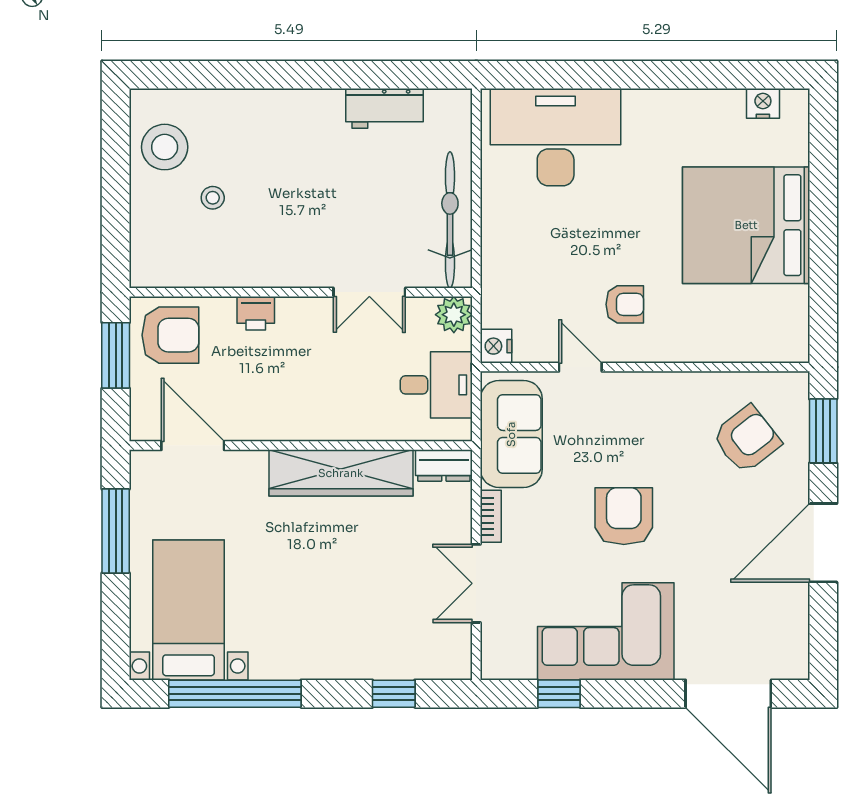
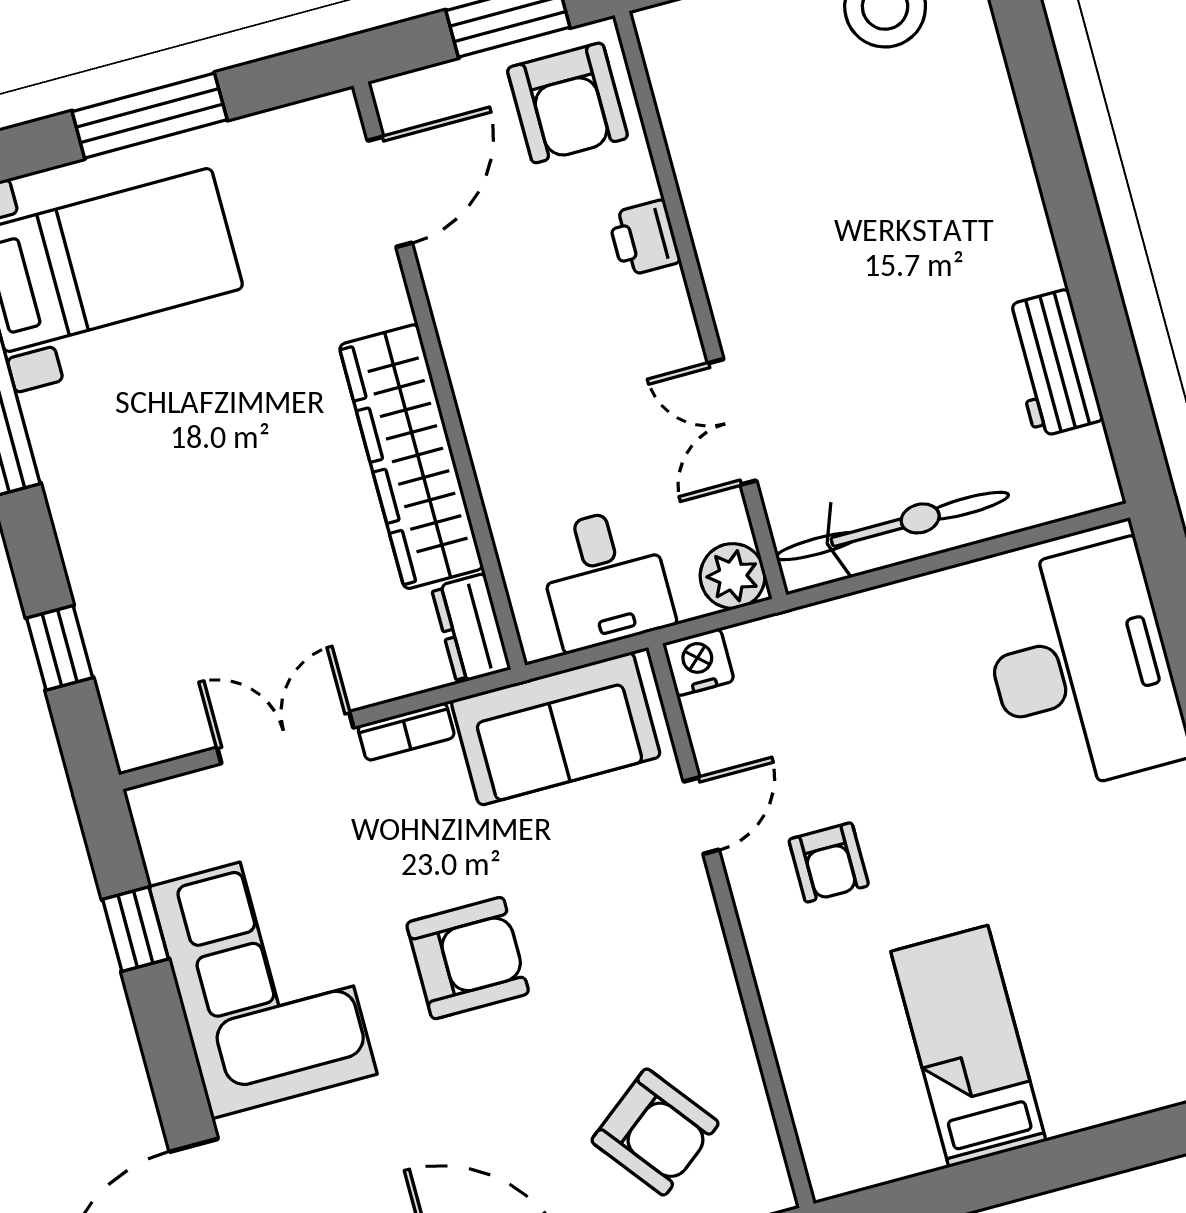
stool: (213, 198) -> (821, 112), removed
bed: (746, 225) -> (968, 1046), width x0.49
window: (116, 531) -> (150, 116), moved

